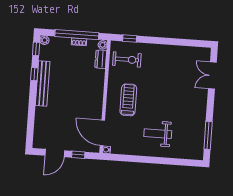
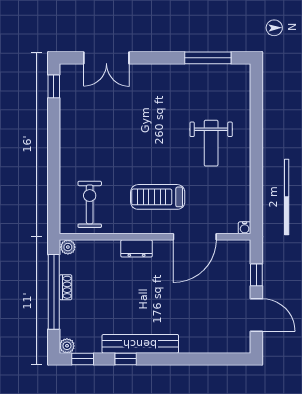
window: (130, 38) -> (54, 86), moved
dresser: (101, 59) -> (136, 248), moved
door: (102, 133) -> (195, 237), moved

